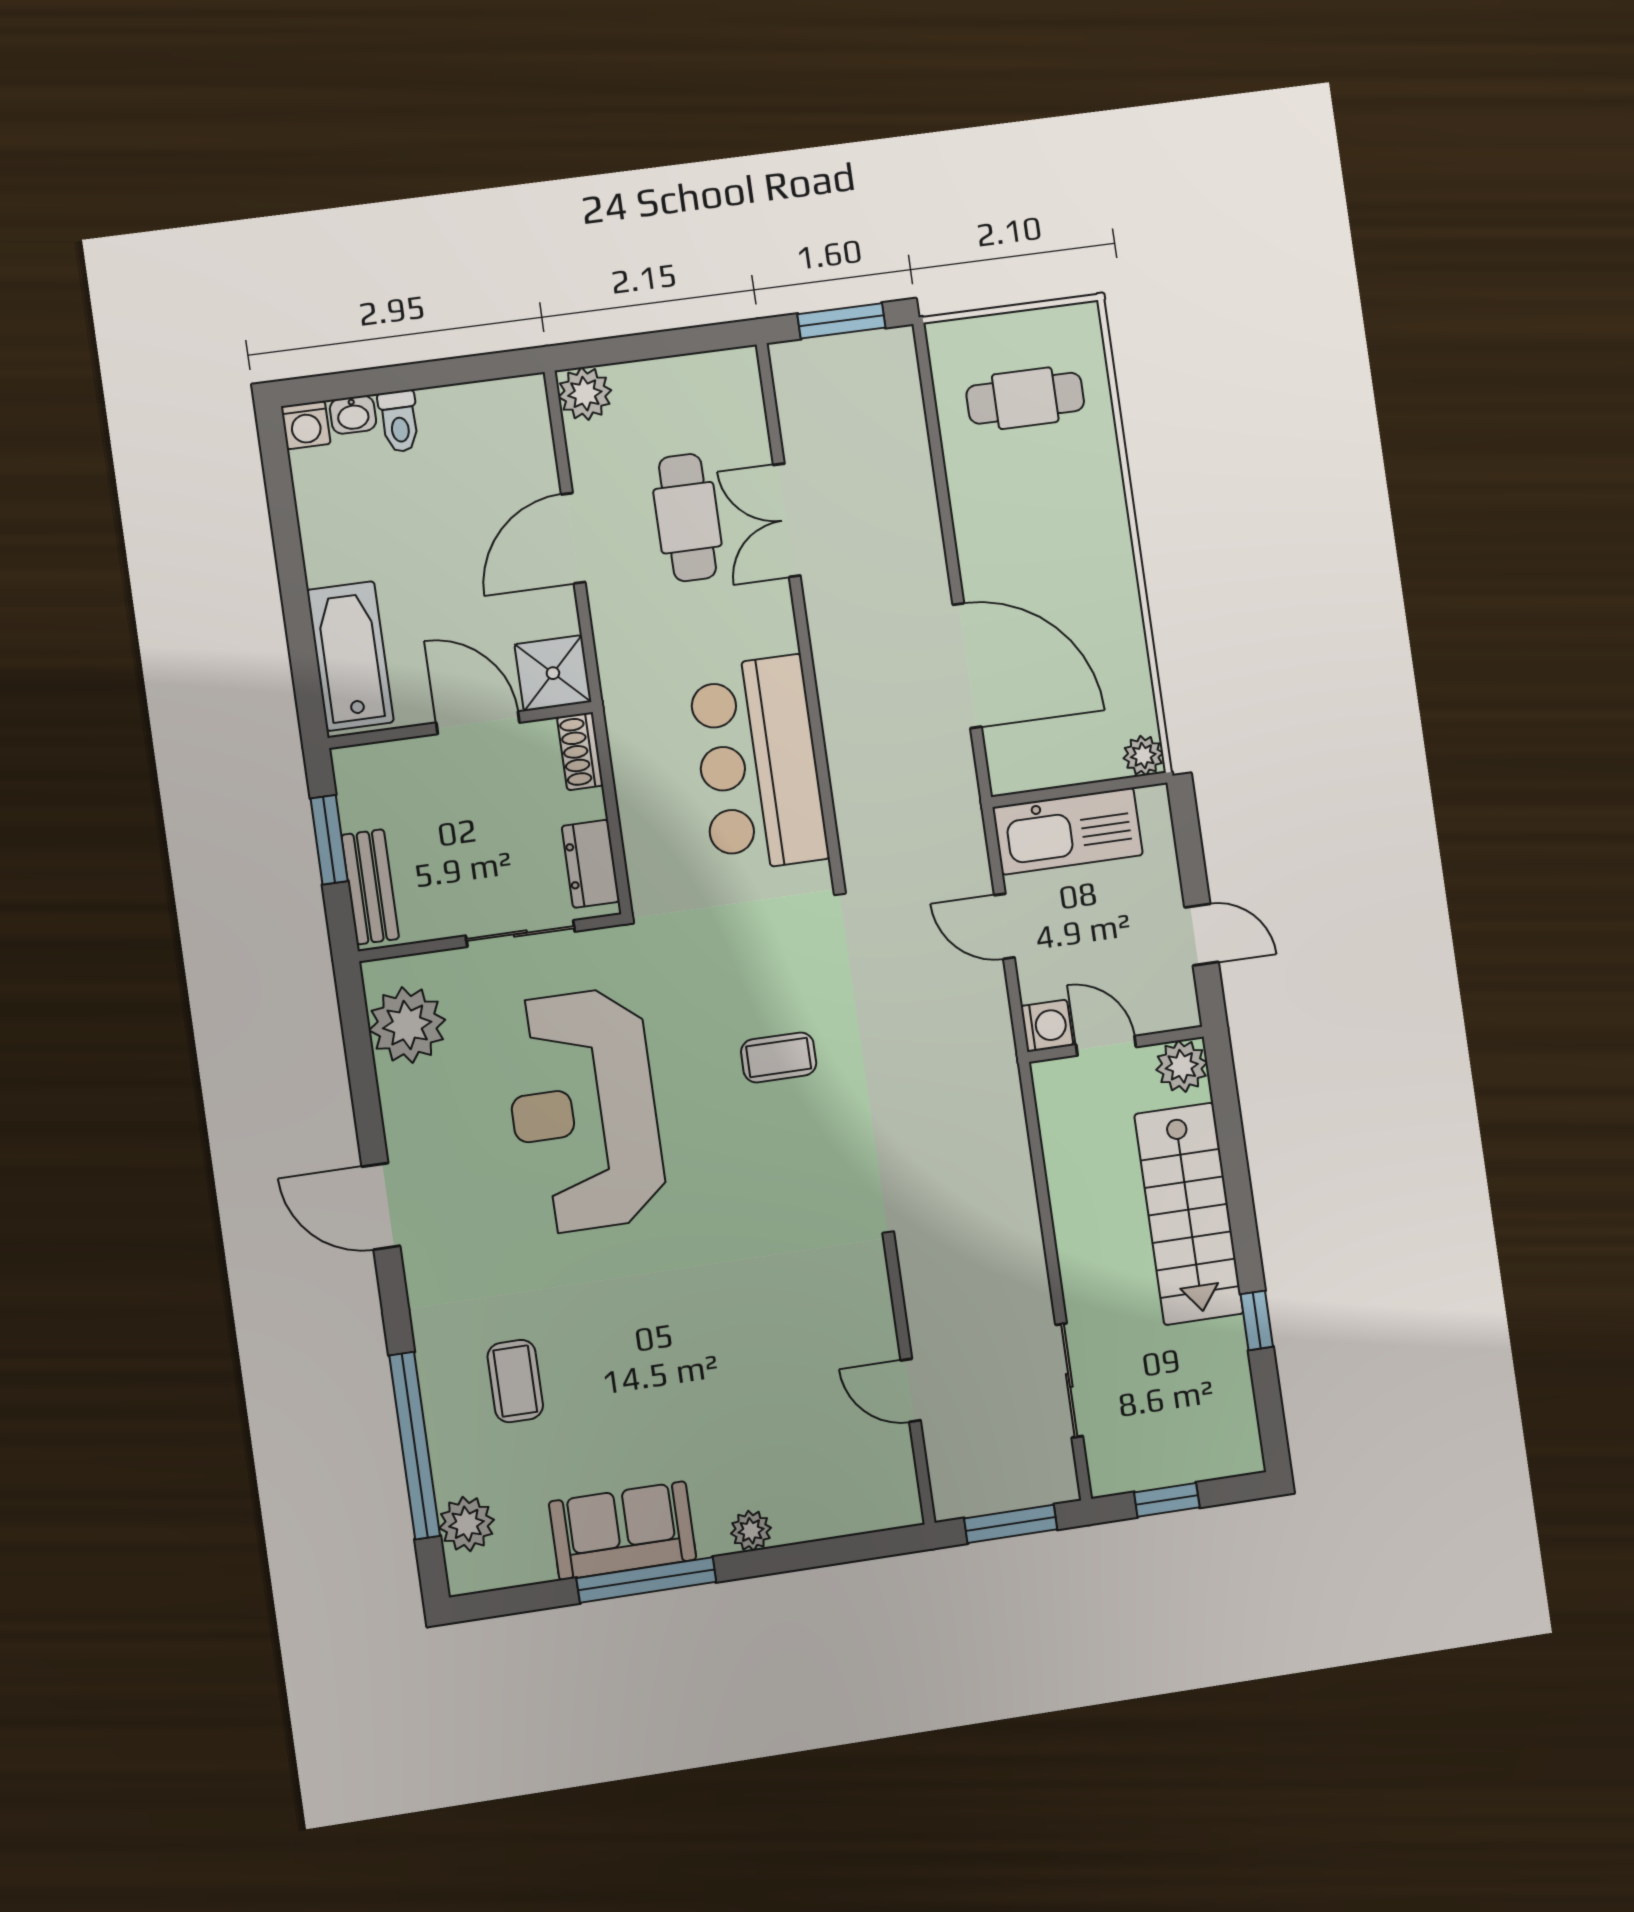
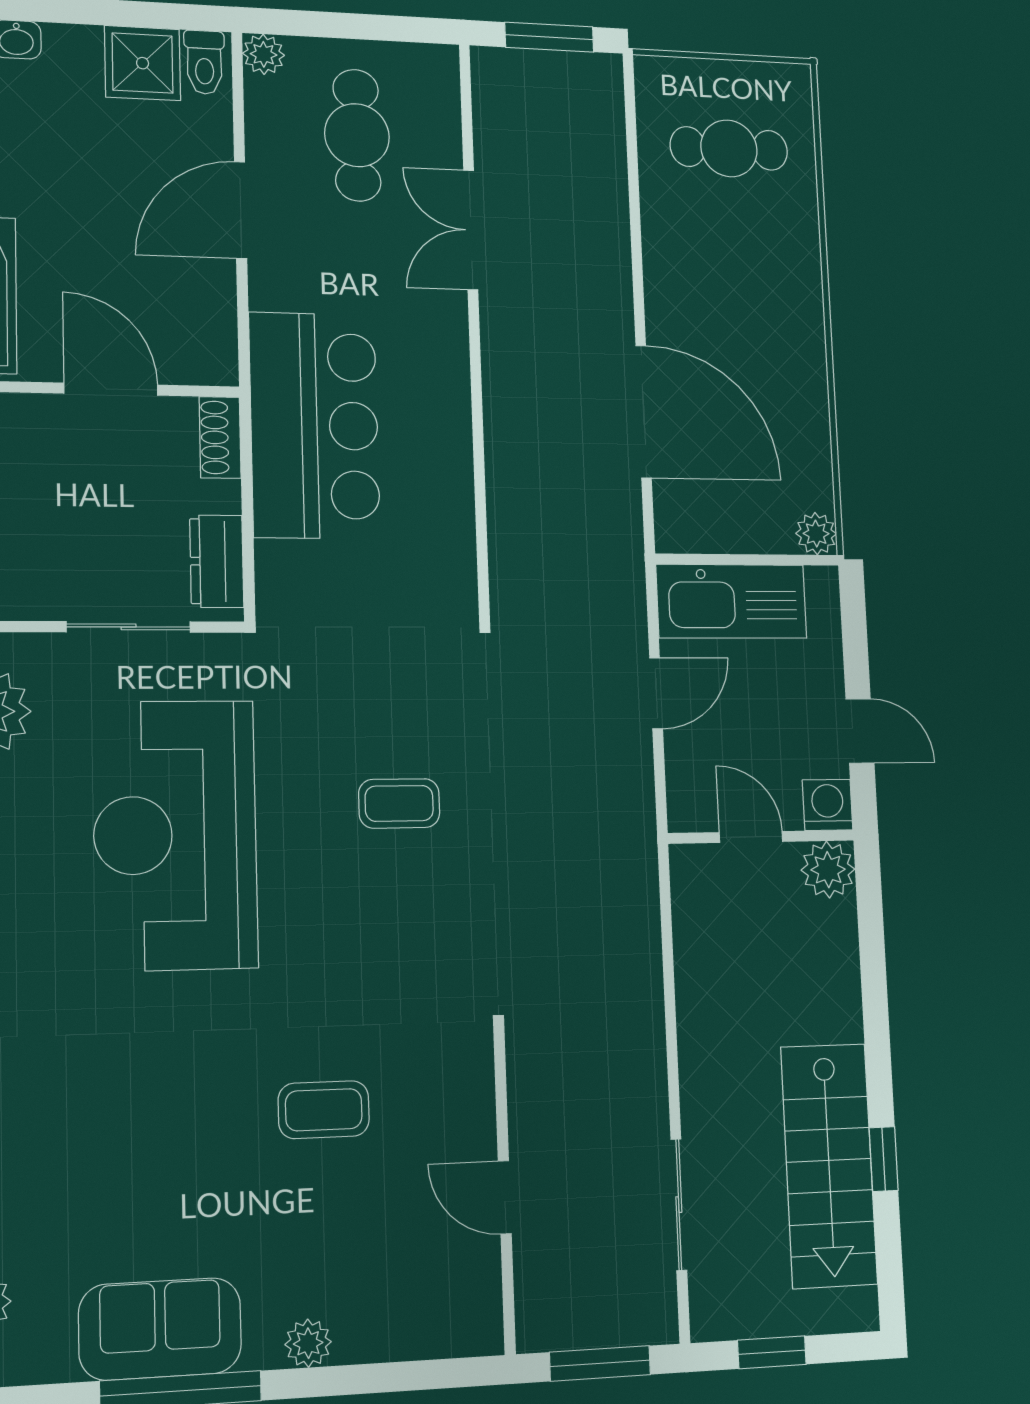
plant: (585, 394) -> (264, 54), width x0.73, depth x0.73
toilet: (399, 421) -> (204, 62), moved
cafe table: (687, 518) -> (357, 135), moved
shower: (553, 673) -> (143, 63), moved
bar counter: (758, 764) -> (314, 425), moved, turned 180
door: (1004, 926) -> (656, 693), swing flipped
washing machine: (1047, 1026) -> (828, 805), moved, turned -90
stairs: (1189, 1214) -> (829, 1165), moved
coffee table: (515, 1381) -> (324, 1110), moved, turned 90

